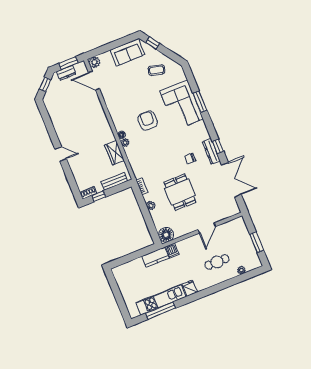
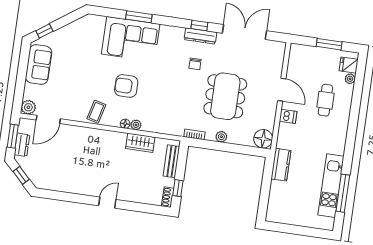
coffee table: (156, 70) -> (96, 112), moved
dining table: (180, 192) -> (225, 96), width x1.38
dishwasher: (172, 251) -> (288, 116), moved
fridge: (190, 288) -> (349, 65), moved

